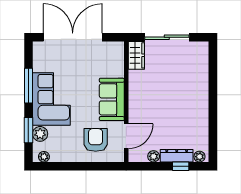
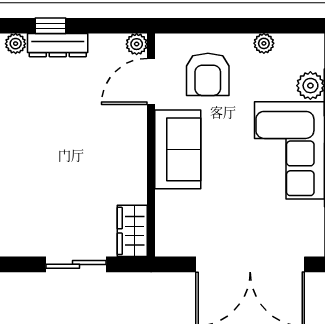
sliding door: (167, 37) -> (76, 264), width x0.73
plant: (154, 156) -> (137, 44), moved
plant: (44, 157) -> (264, 43), moved

